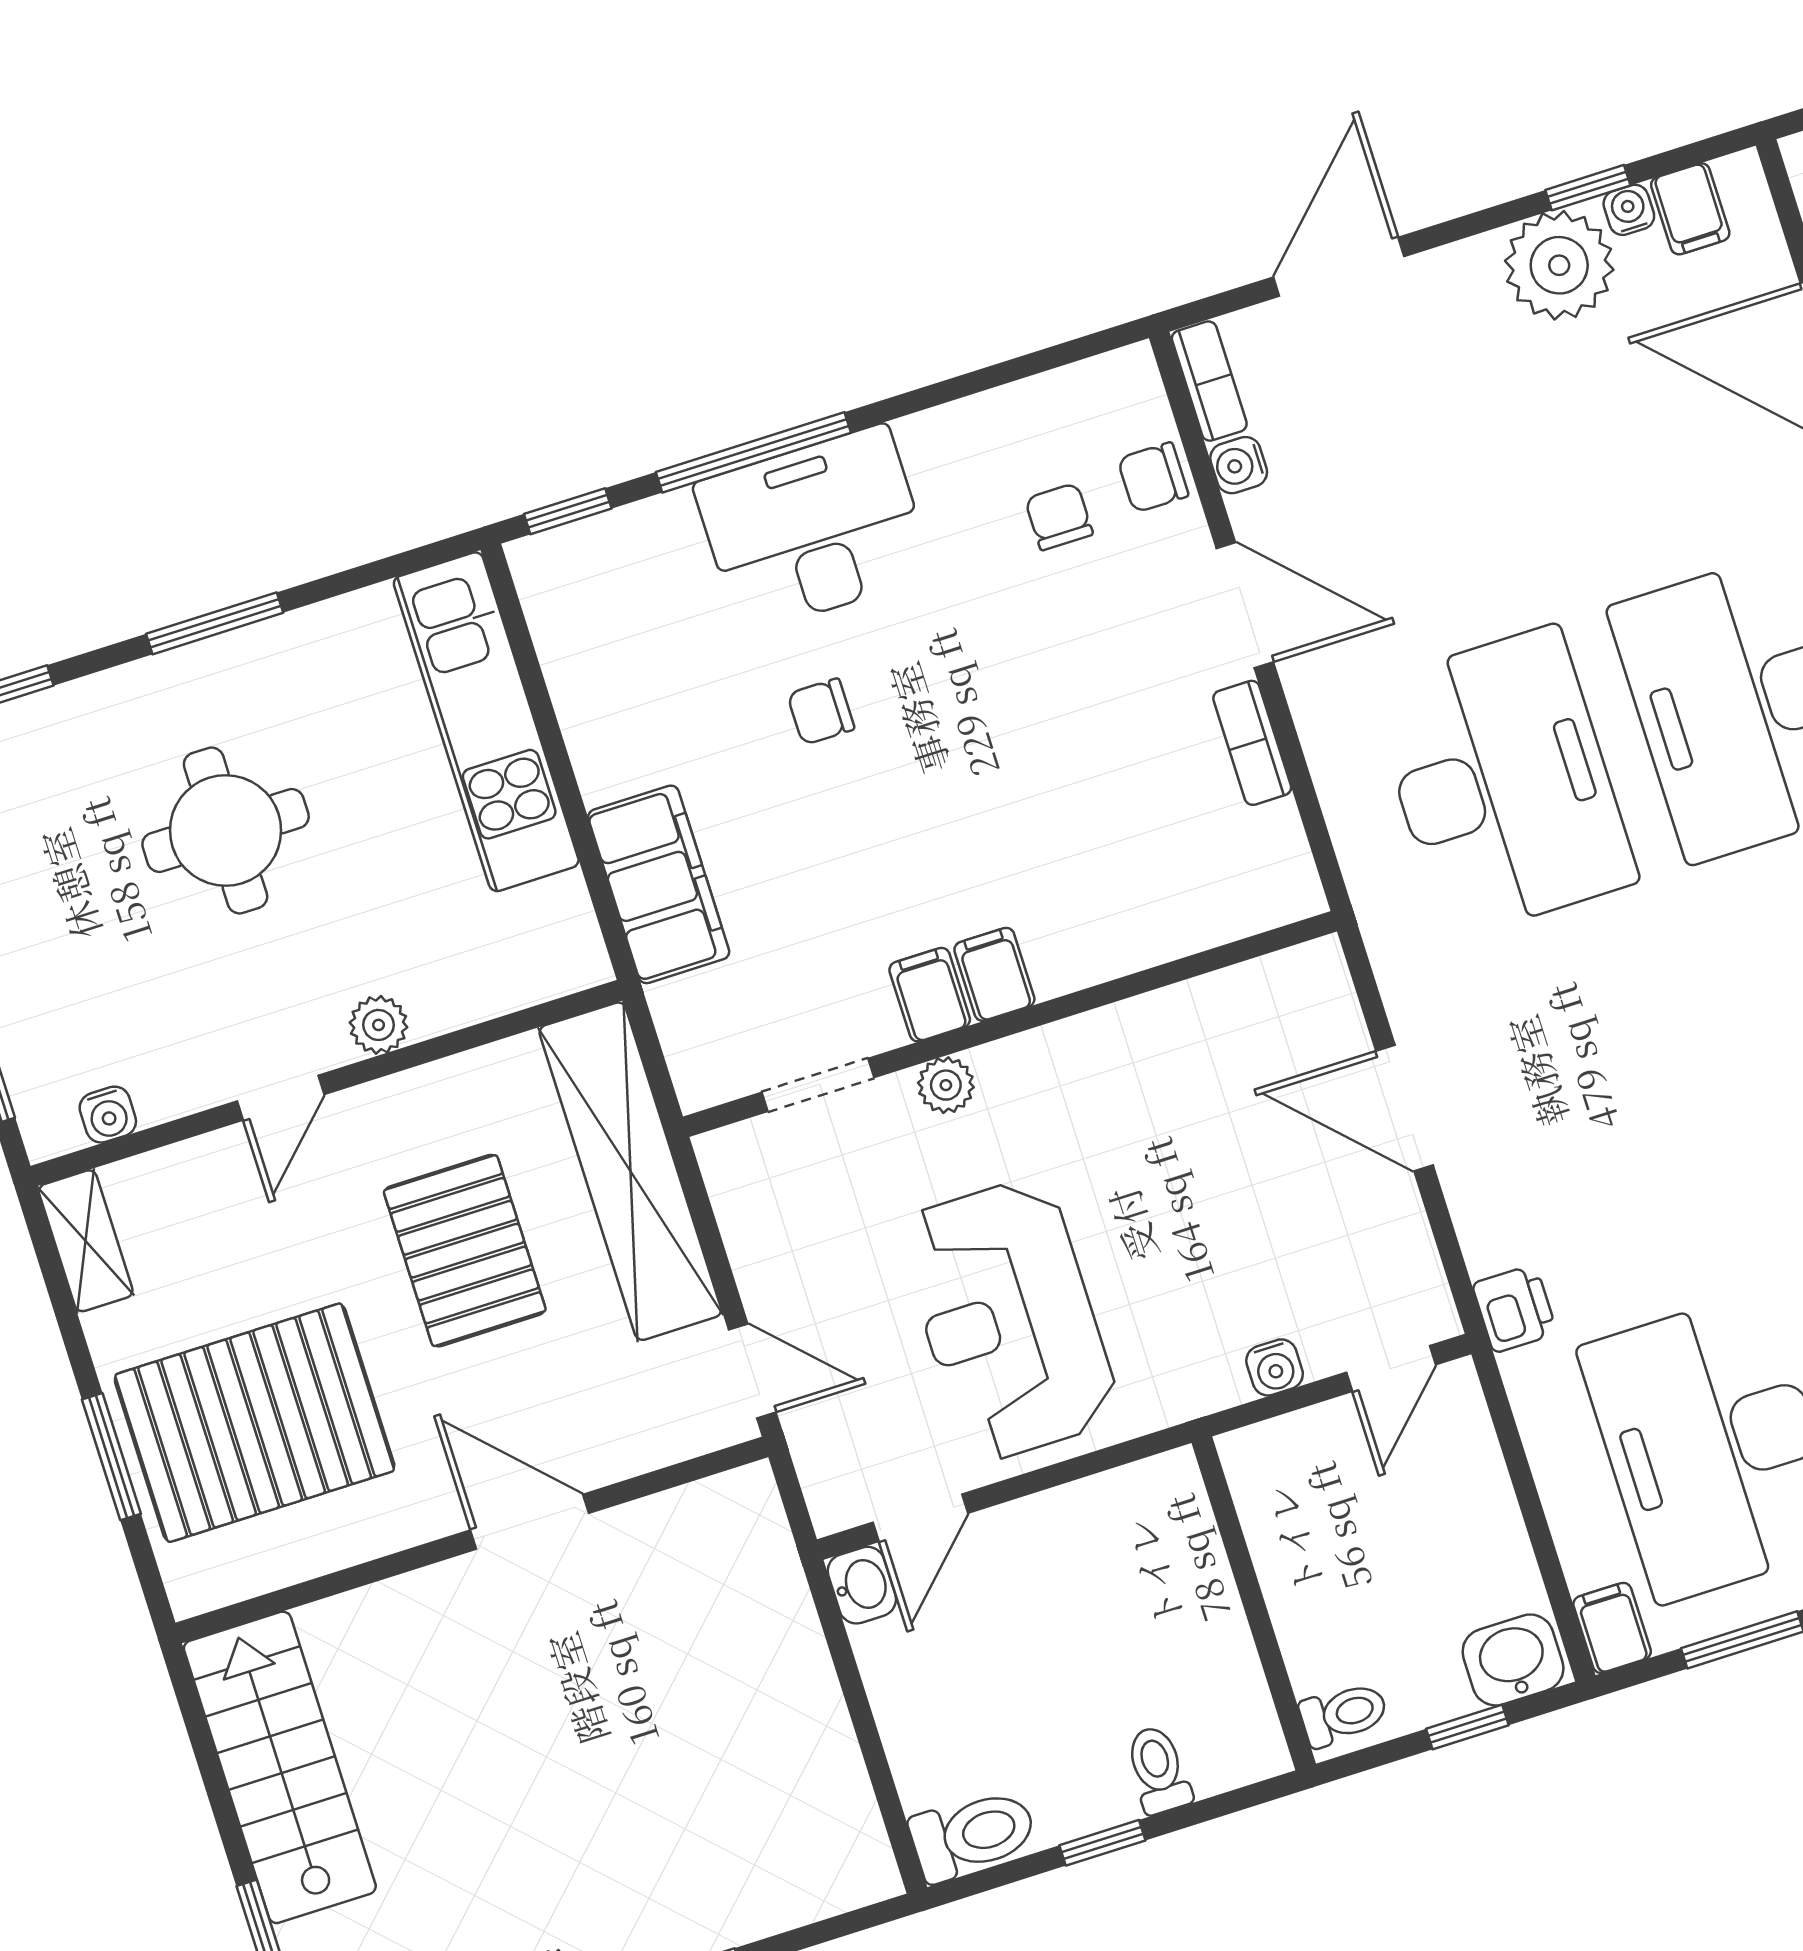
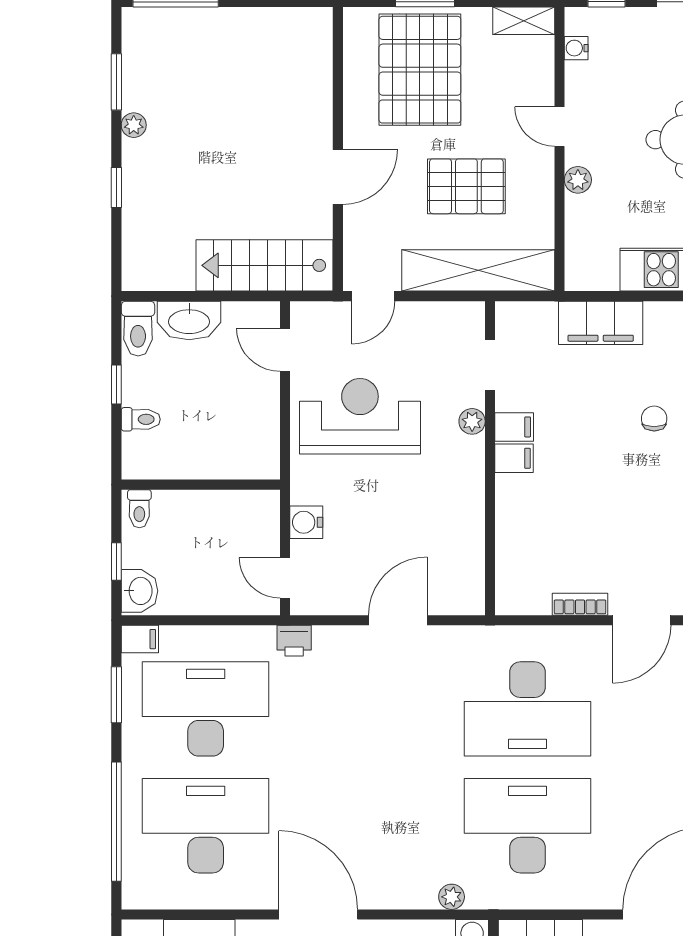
water cooler: (1275, 1367) -> (306, 522), width x1.38, depth x1.38
washbasin: (862, 1585) -> (189, 320), moved, width x1.91, depth x1.45
stairs: (280, 1767) -> (265, 265), moved, turned 180

